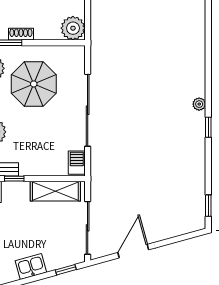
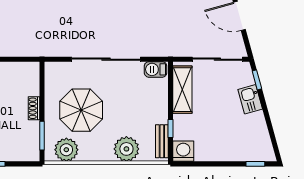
plant: (73, 28) -> (28, 73), removed
shoe rack: (21, 34) -> (34, 108), moved
kitchen sink: (31, 267) -> (250, 99), moved

